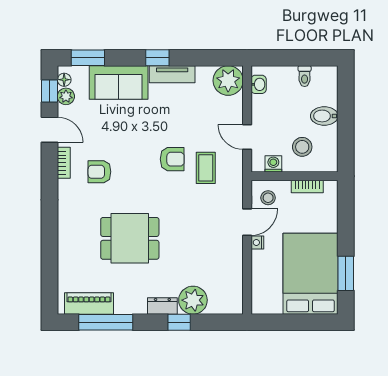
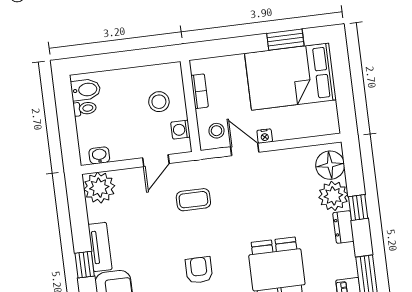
bidet: (324, 116) -> (86, 90), moved, turned -90
armchair: (172, 159) -> (199, 270), moved
floor lamp: (222, 301) -> (330, 165), added

